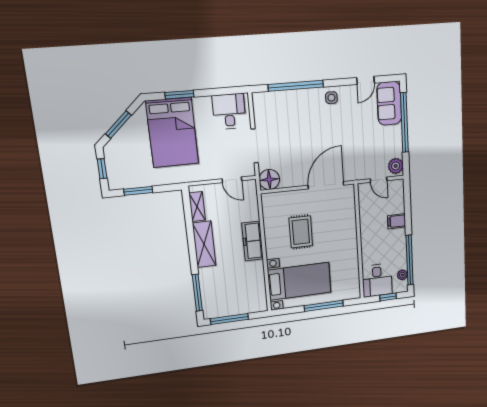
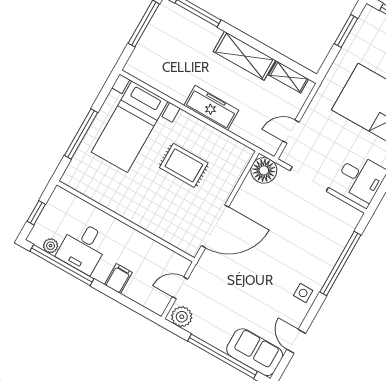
door: (326, 185) -> (215, 226), hinge flipped
desk: (377, 280) -> (83, 247), moved, turned -90

